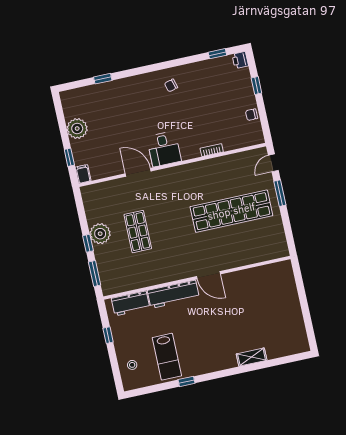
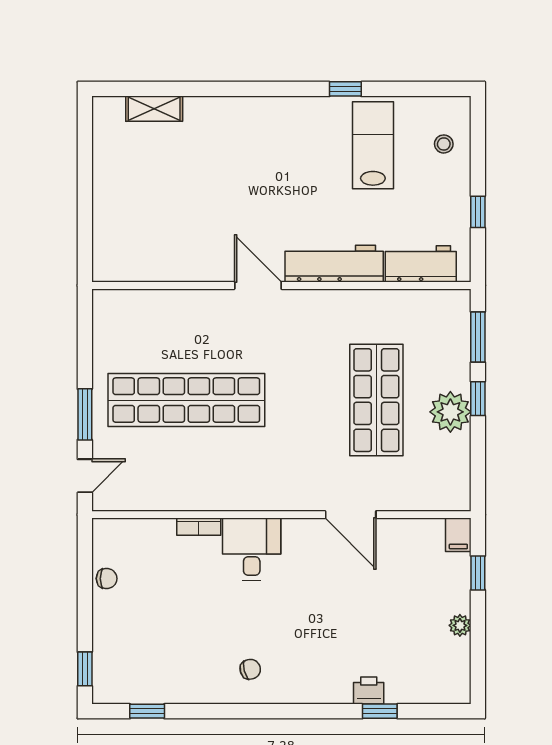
printer: (240, 60) -> (369, 691), moved, turned -90
window: (256, 86) -> (85, 669), moved
plant: (77, 129) -> (460, 625), width x0.53, depth x0.53
desk: (164, 149) -> (252, 549), moved
shop shelf: (138, 232) -> (376, 400), width x1.43, depth x1.36
shelving: (252, 357) -> (154, 109), moved

